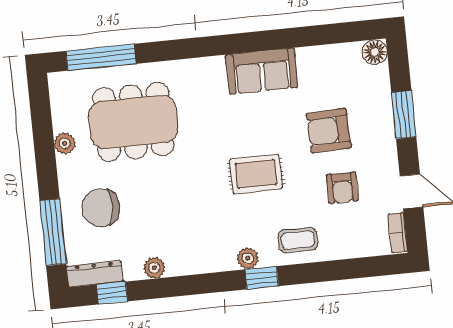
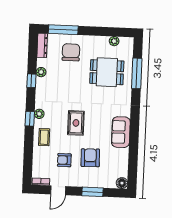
window: (101, 57) -> (137, 73), moved
dining table: (133, 122) -> (107, 72), width x0.73
plant: (65, 143) -> (114, 41), moved
window: (112, 293) -> (31, 81), moved

